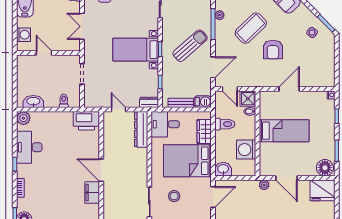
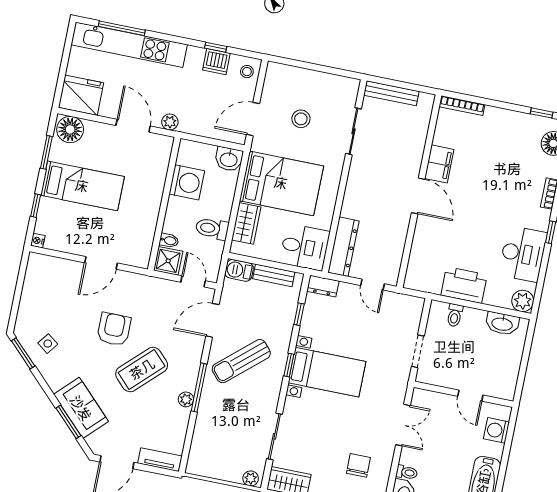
printer: (86, 121) -> (464, 285), moved
bed: (284, 131) -> (82, 186), moved, turned 180
stool: (174, 196) -> (301, 119), moved

